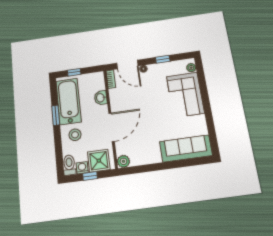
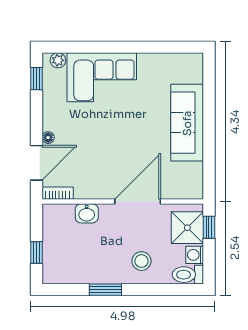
window: (163, 59) -> (37, 79), moved
bathtub: (69, 101) -> (85, 266), removed
door: (112, 127) -> (138, 201), hinge flipped
sofa: (186, 149) -> (187, 123), moved
plant: (123, 161) -> (194, 189), removed
window: (90, 176) -> (209, 227), moved

